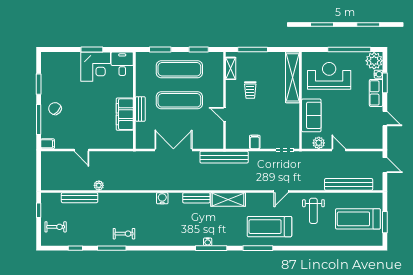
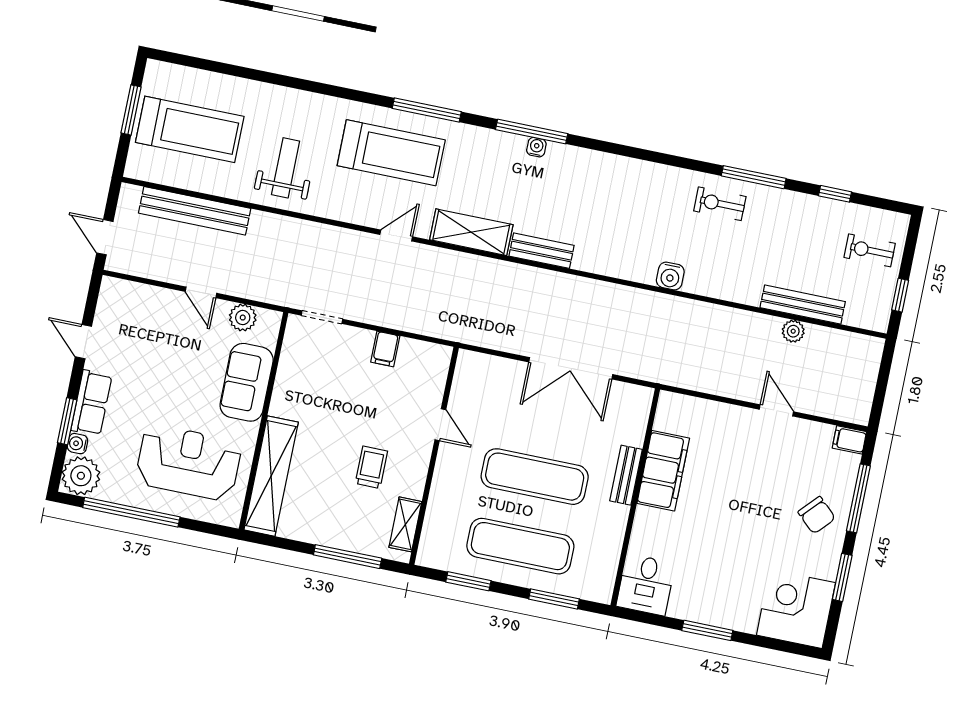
corner desk: (96, 67) -> (796, 609), moved
reception desk: (329, 76) -> (189, 462), turned 180
bench: (224, 157) -> (461, 329), removed
plant: (99, 185) -> (793, 331), moved
door: (281, 192) -> (396, 236), moved
water cooler: (162, 198) -> (670, 276), moved

